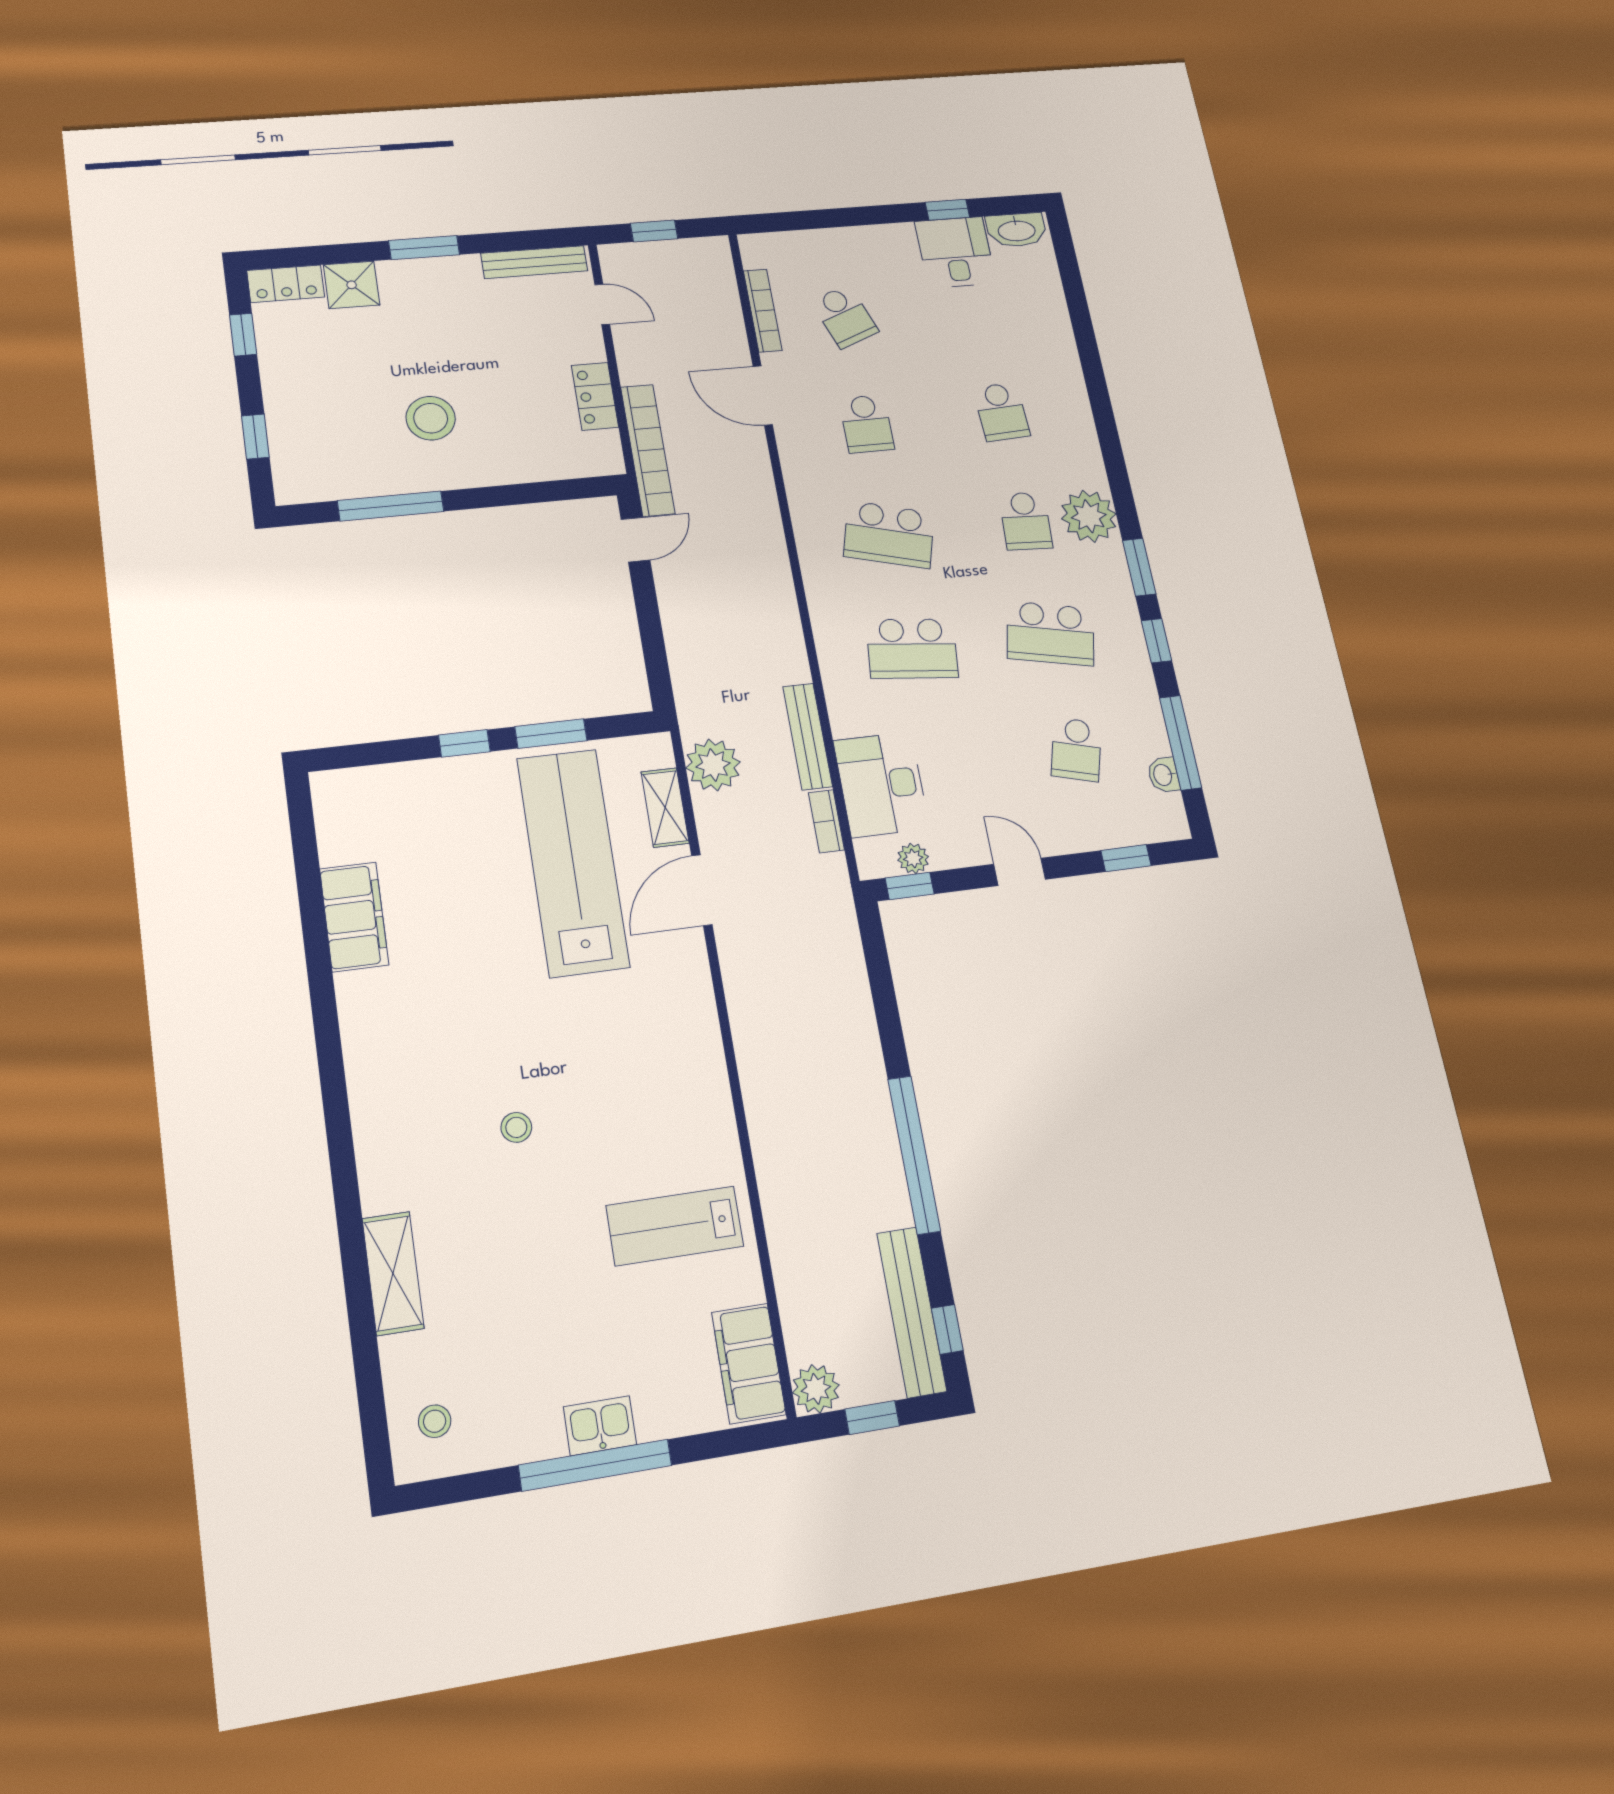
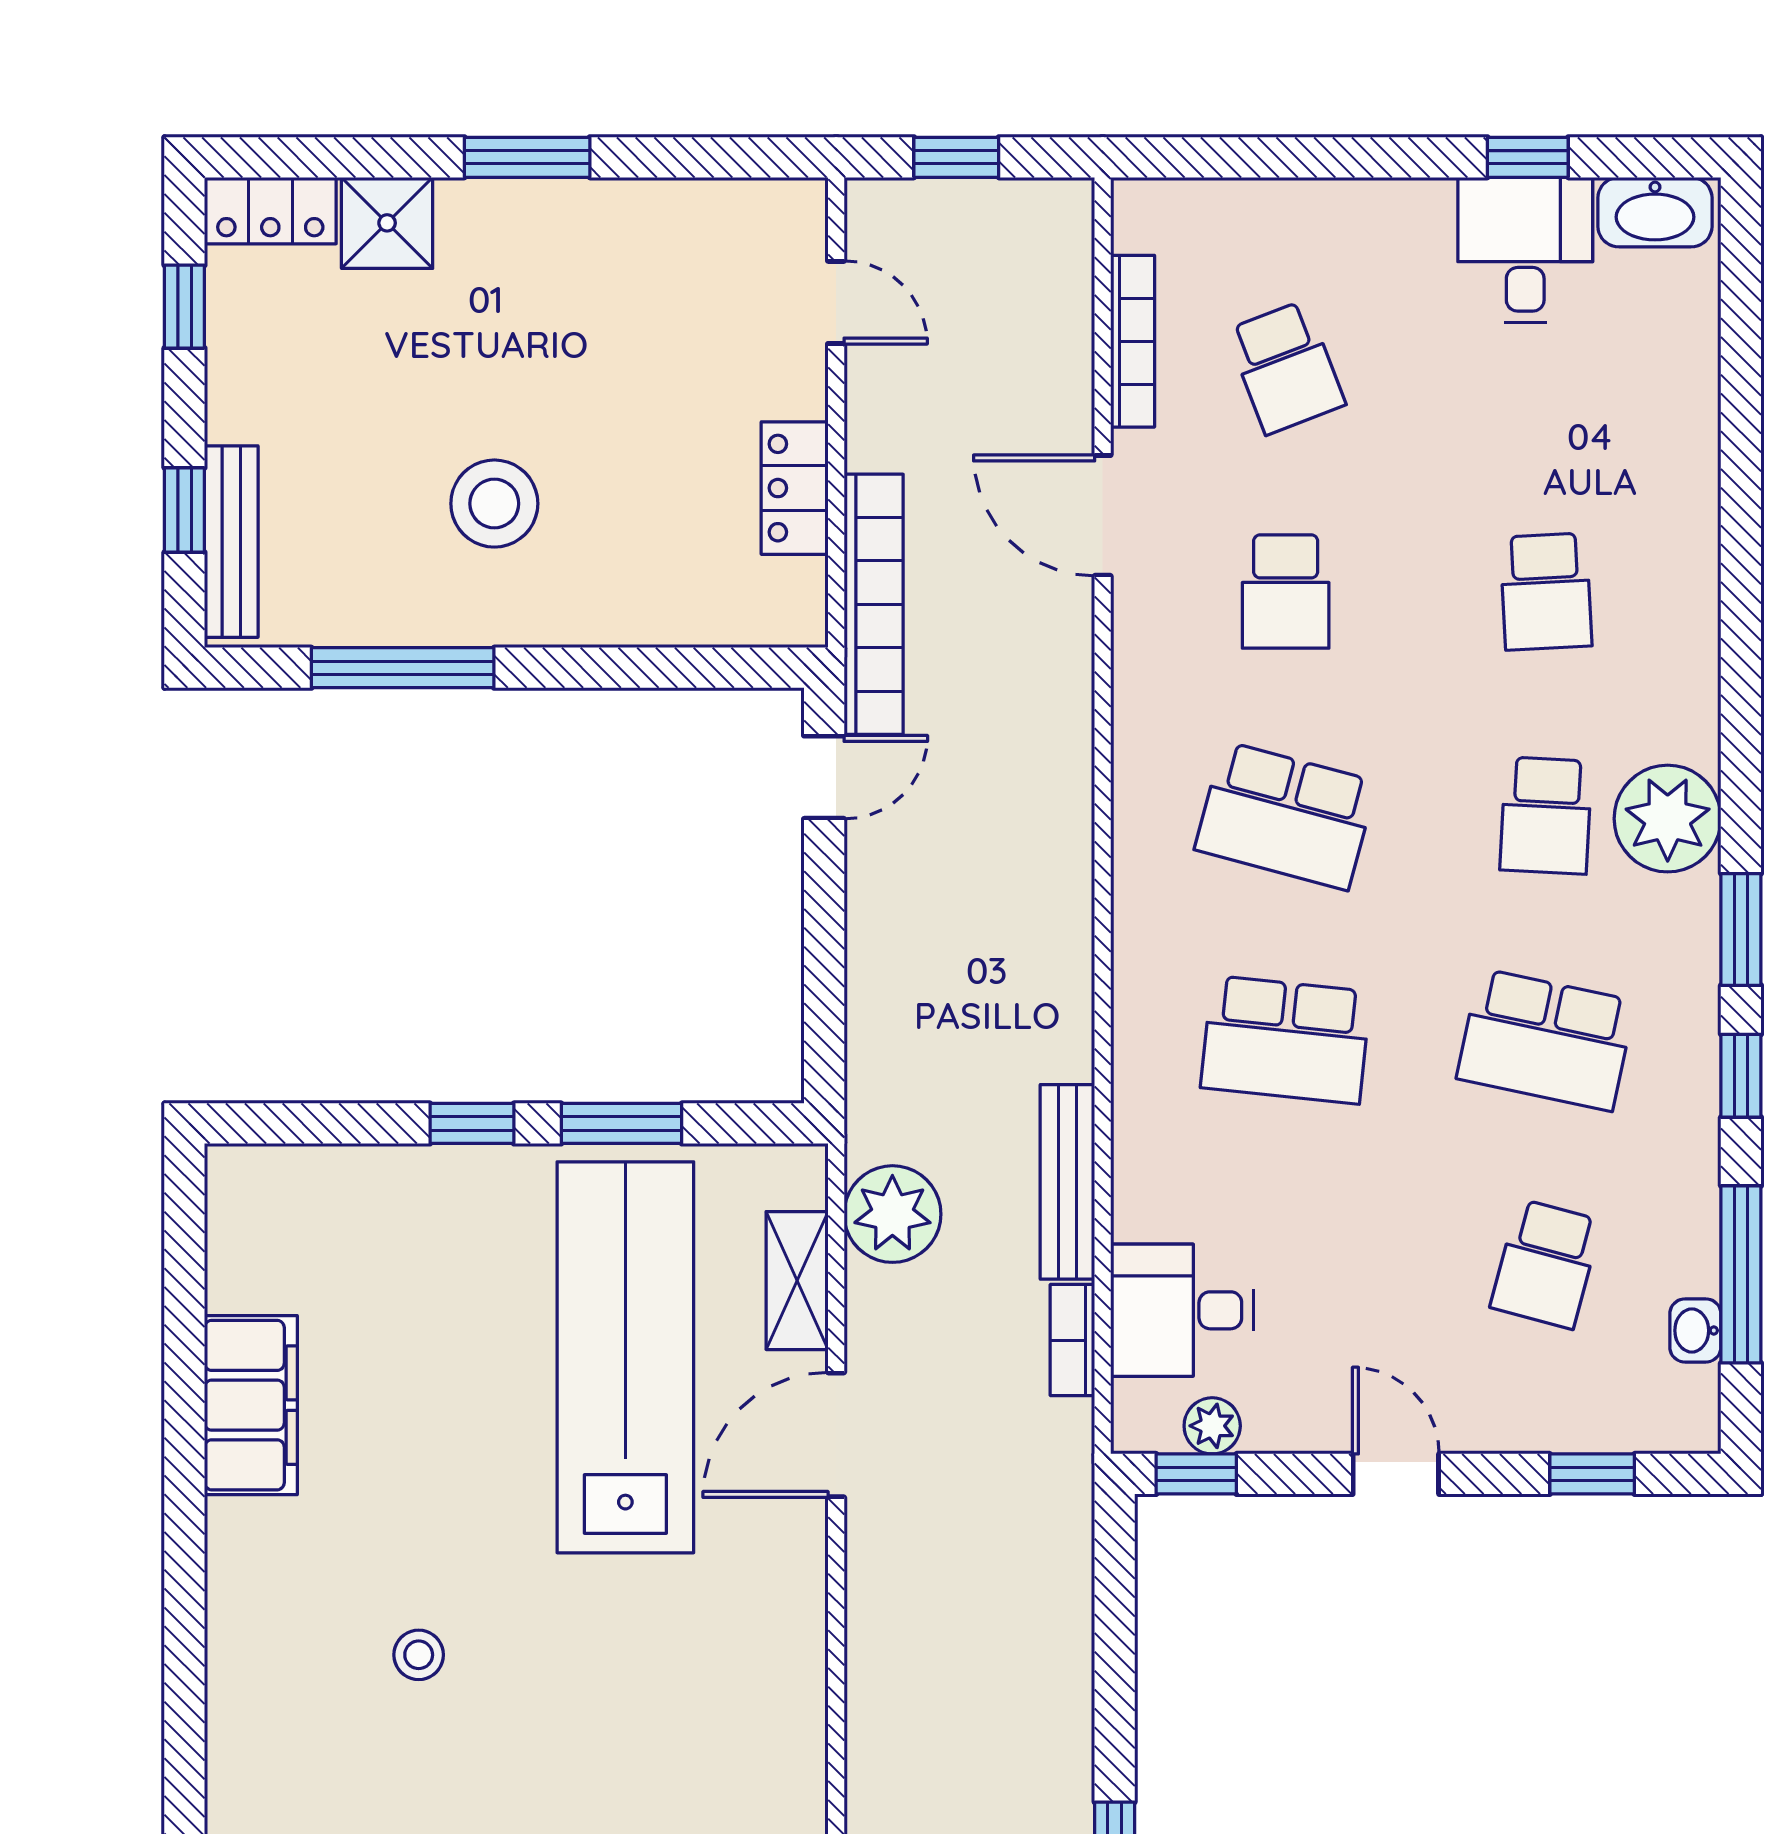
bench: (534, 262) -> (231, 542), moved, turned 90
desk: (881, 784) -> (1182, 1310), width x0.73
stool: (516, 1127) -> (419, 1655), moved

